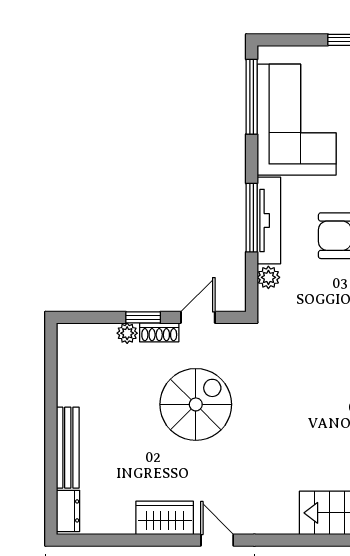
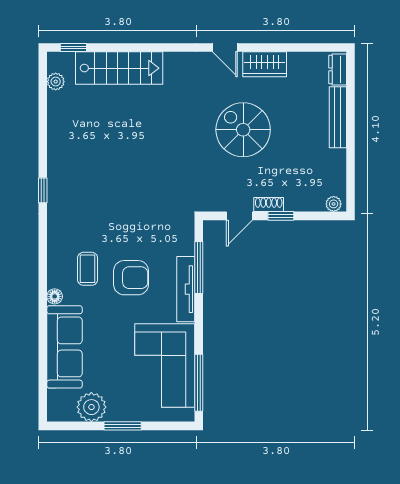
window: (252, 218) -> (199, 268), moved
plant: (268, 277) -> (186, 246), removed
plant: (127, 333) -> (334, 204), moved
spiral stairs: (196, 404) -> (243, 130), moved, turned 90

